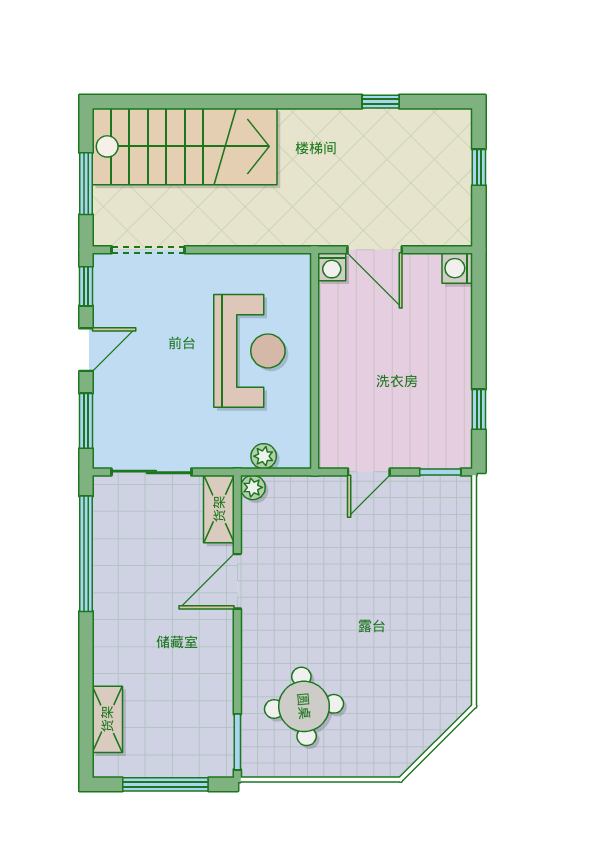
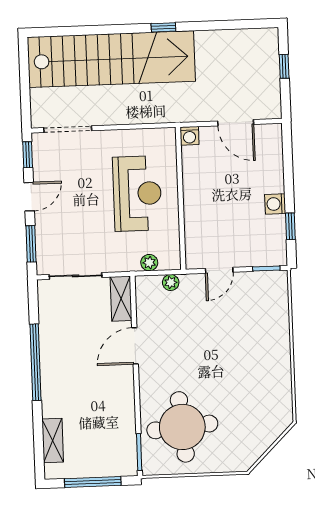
window: (381, 102) -> (163, 27), moved
stairs: (185, 146) -> (111, 59), width x1.36
window: (86, 184) -> (25, 87), removed
door: (375, 250) -> (236, 123), moved
washing machine: (457, 268) -> (275, 204), moved
plant: (253, 487) -> (171, 283), moved
window: (86, 554) -> (36, 362), moved
round table: (304, 706) -> (182, 427), width x1.36, depth x1.36

